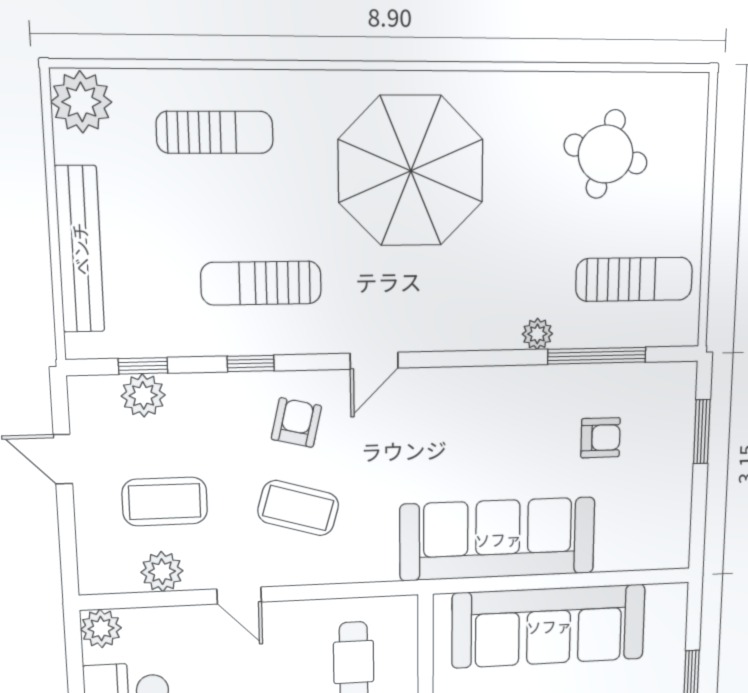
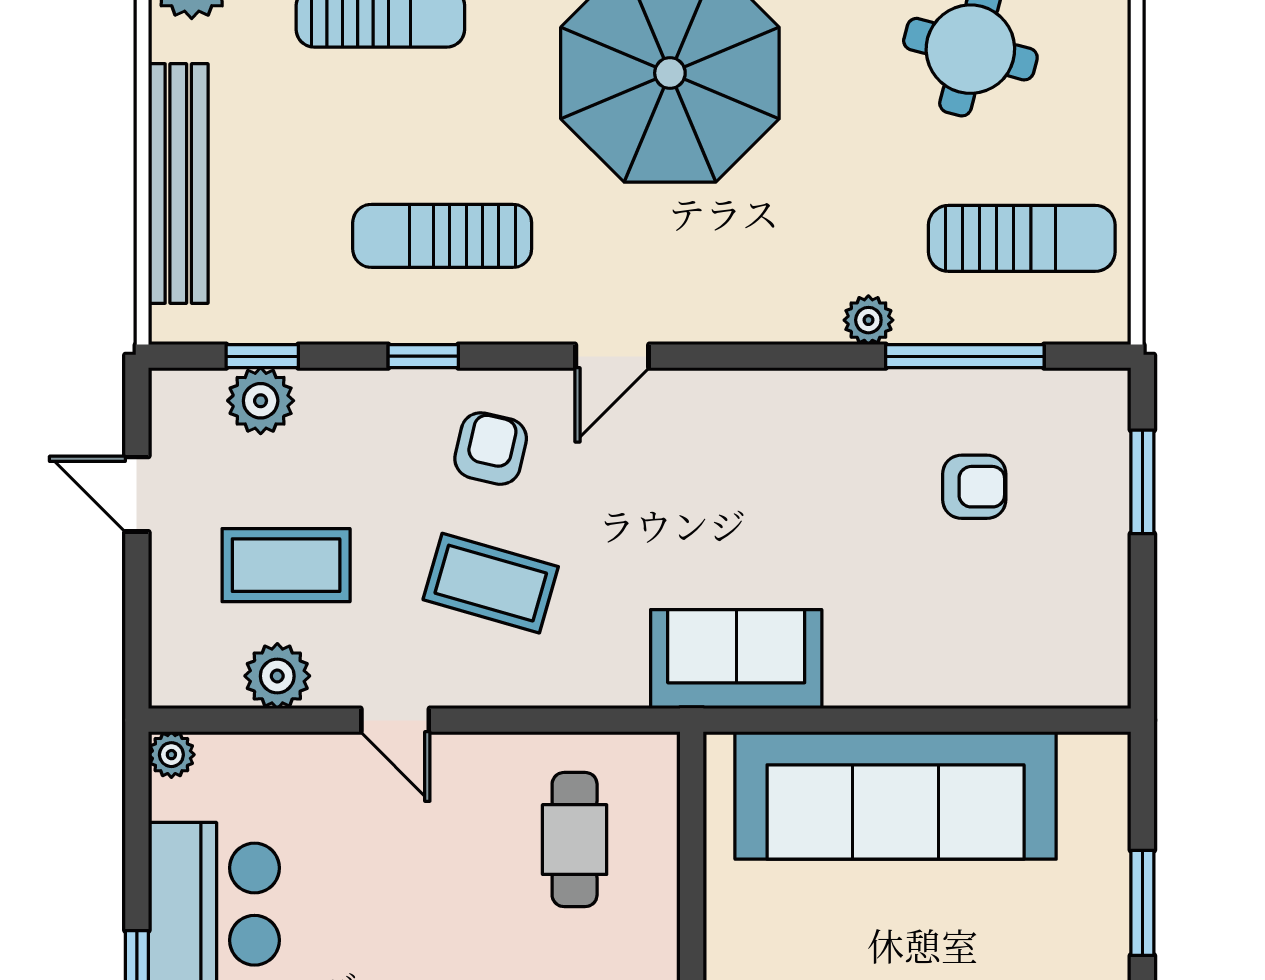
sofa: (498, 539) -> (736, 659), width x0.54, depth x0.79
plant: (101, 629) -> (171, 755), width x0.73, depth x0.73

